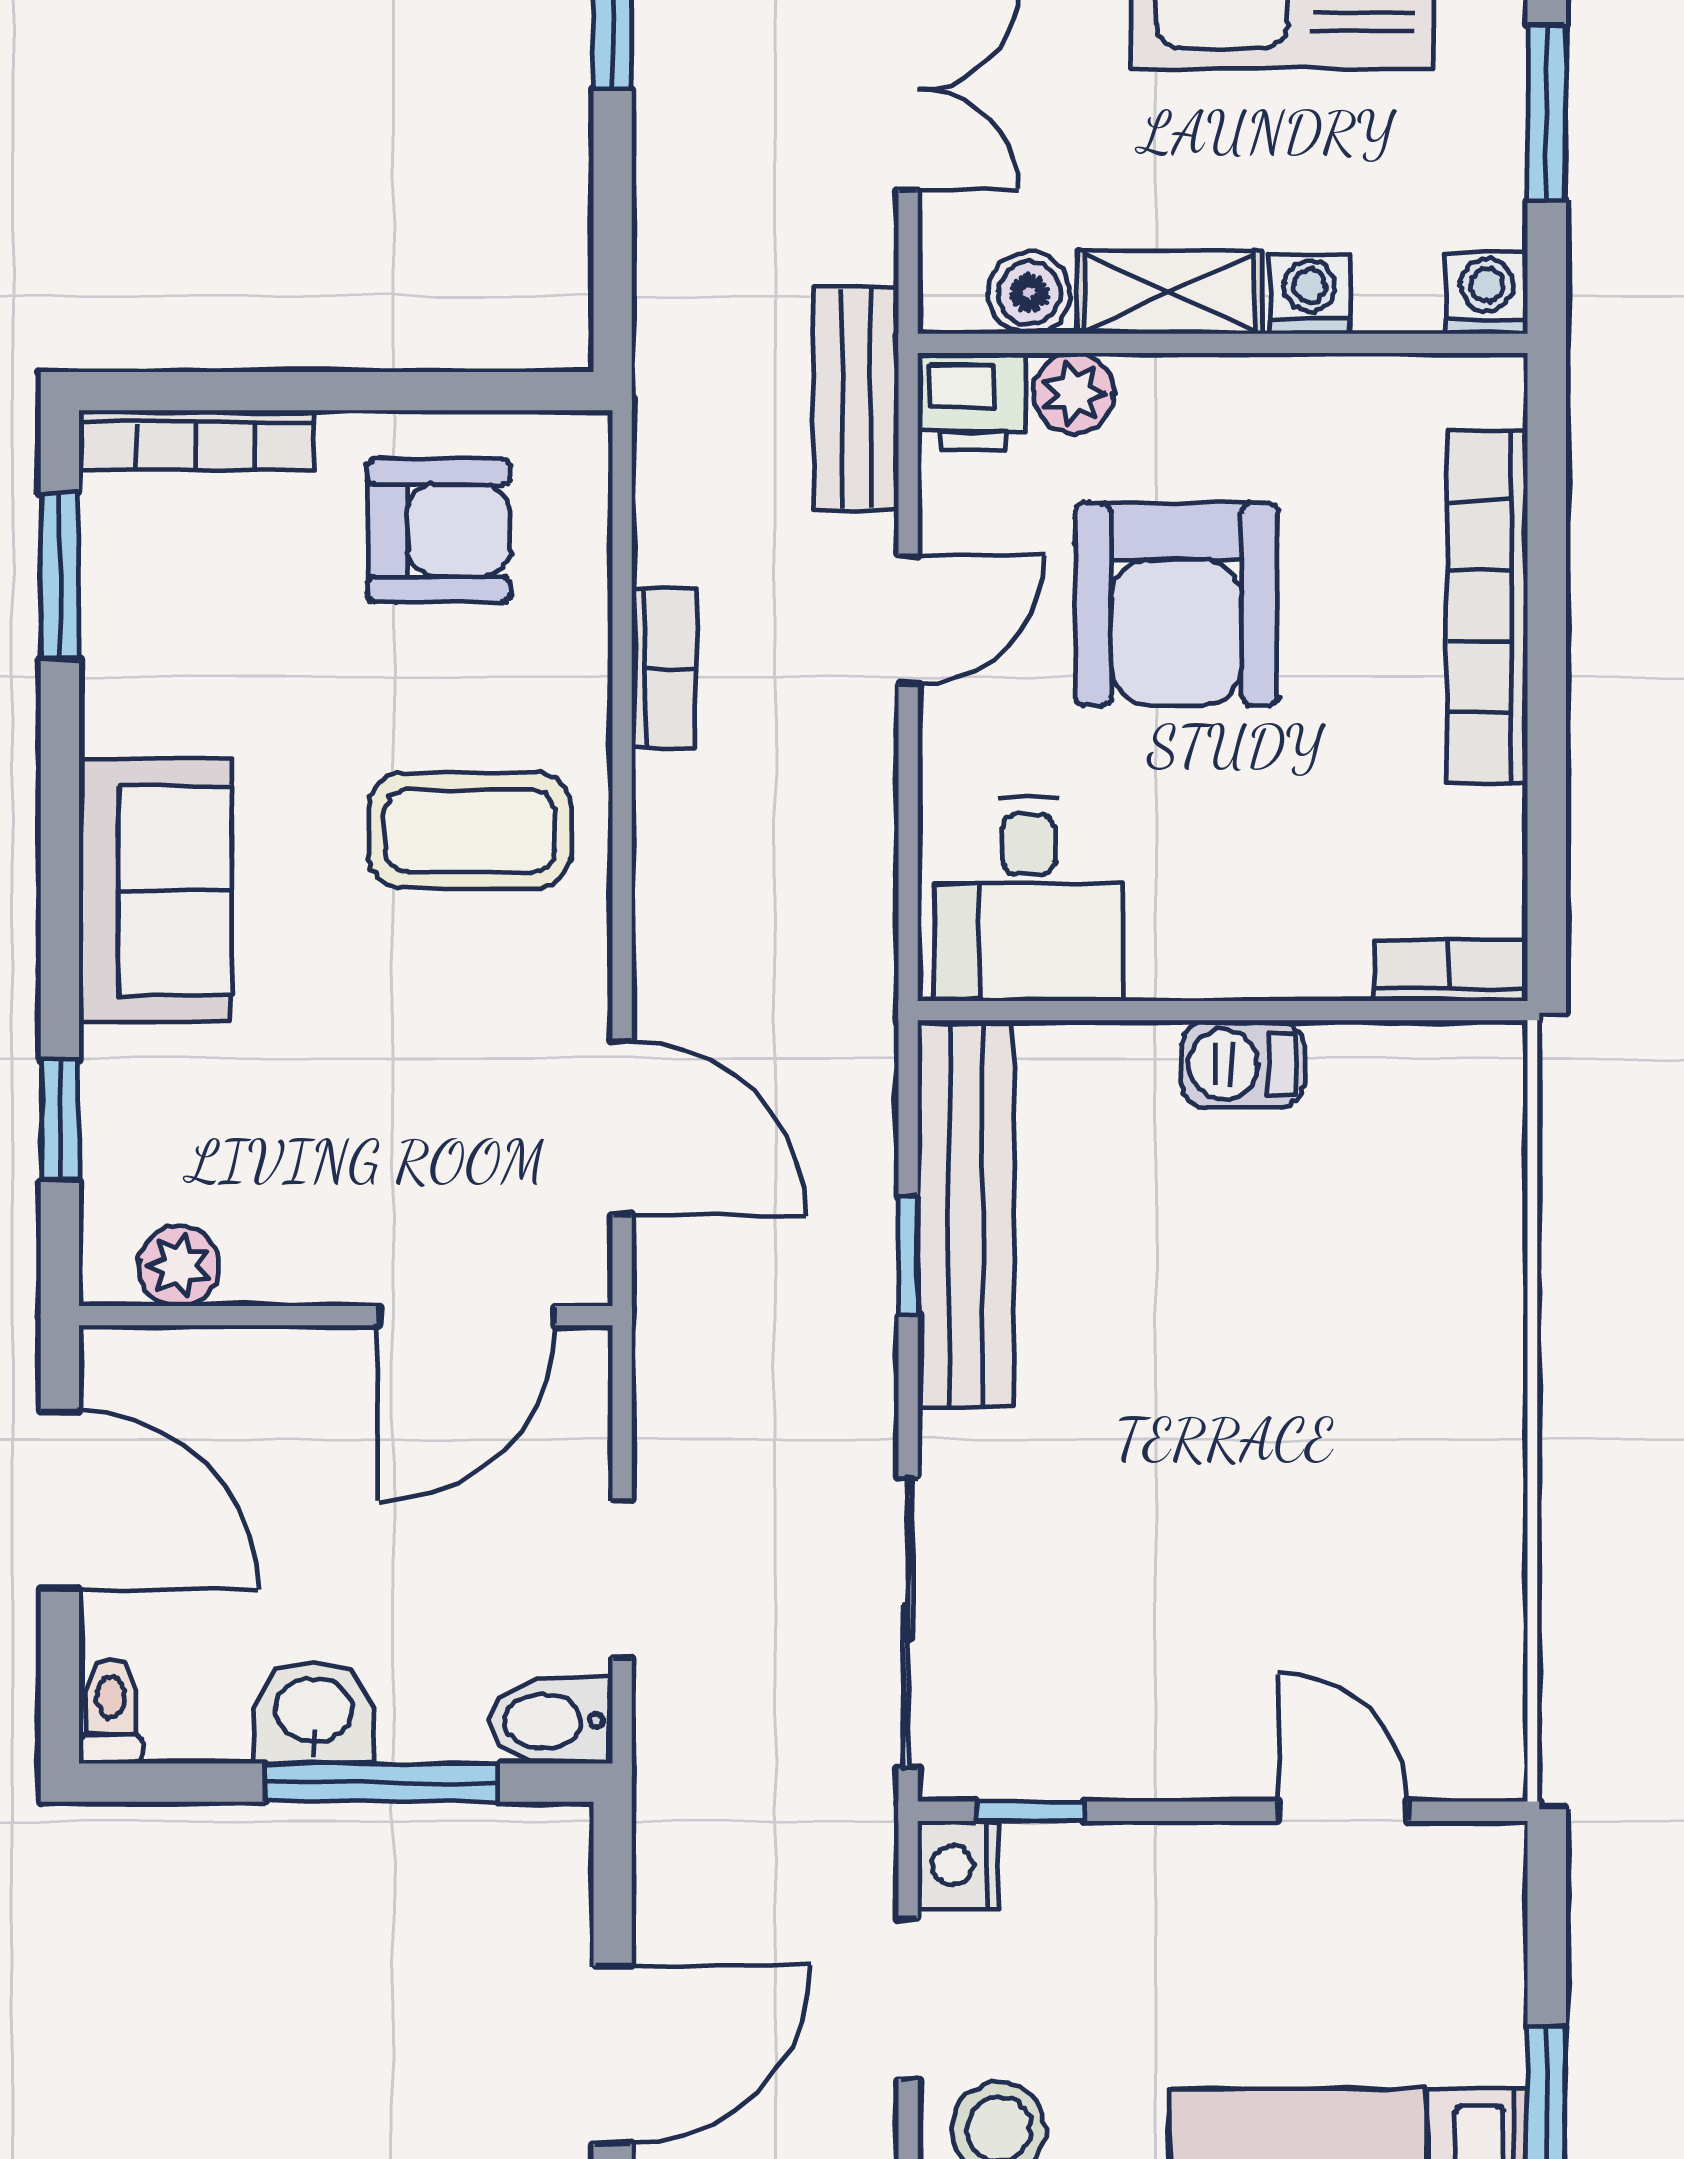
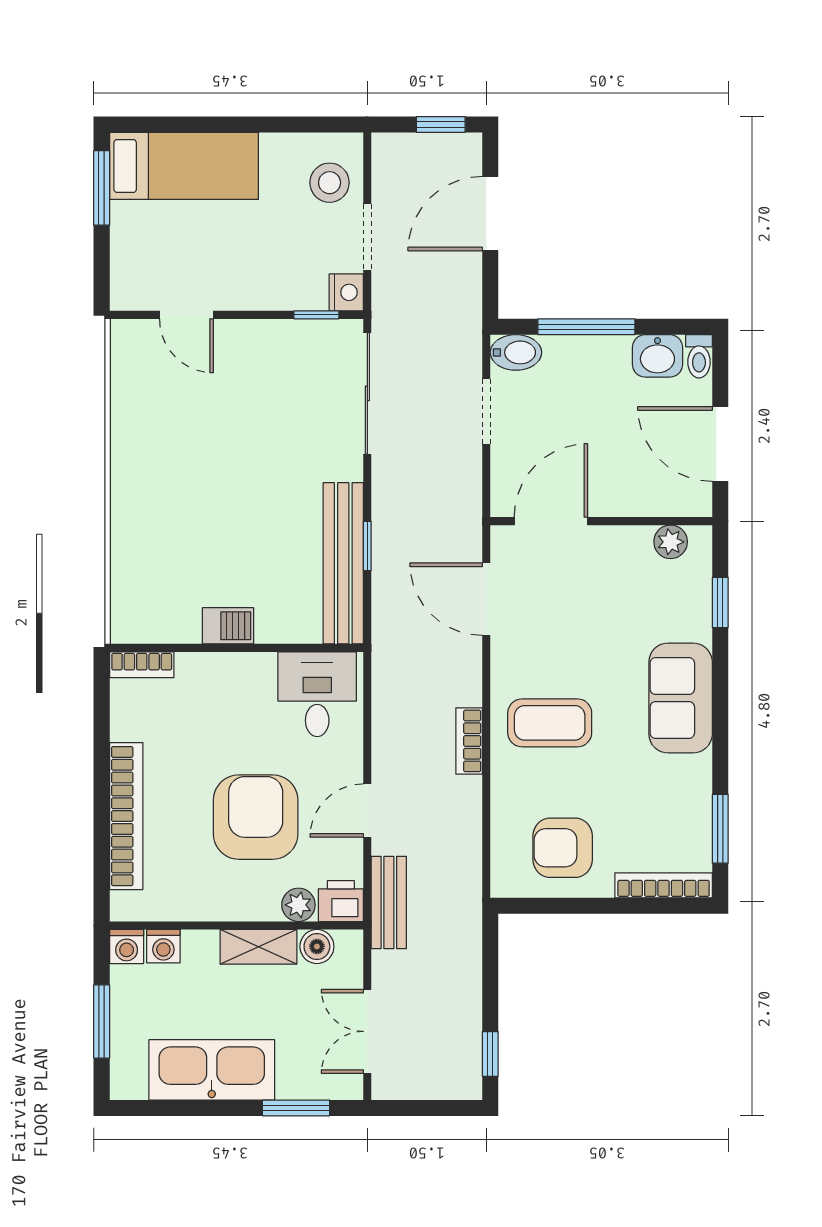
washing machine: (1310, 294) -> (163, 946), moved
bookcase: (664, 668) -> (469, 741), moved
washbasin: (314, 1713) -> (657, 356), moved

